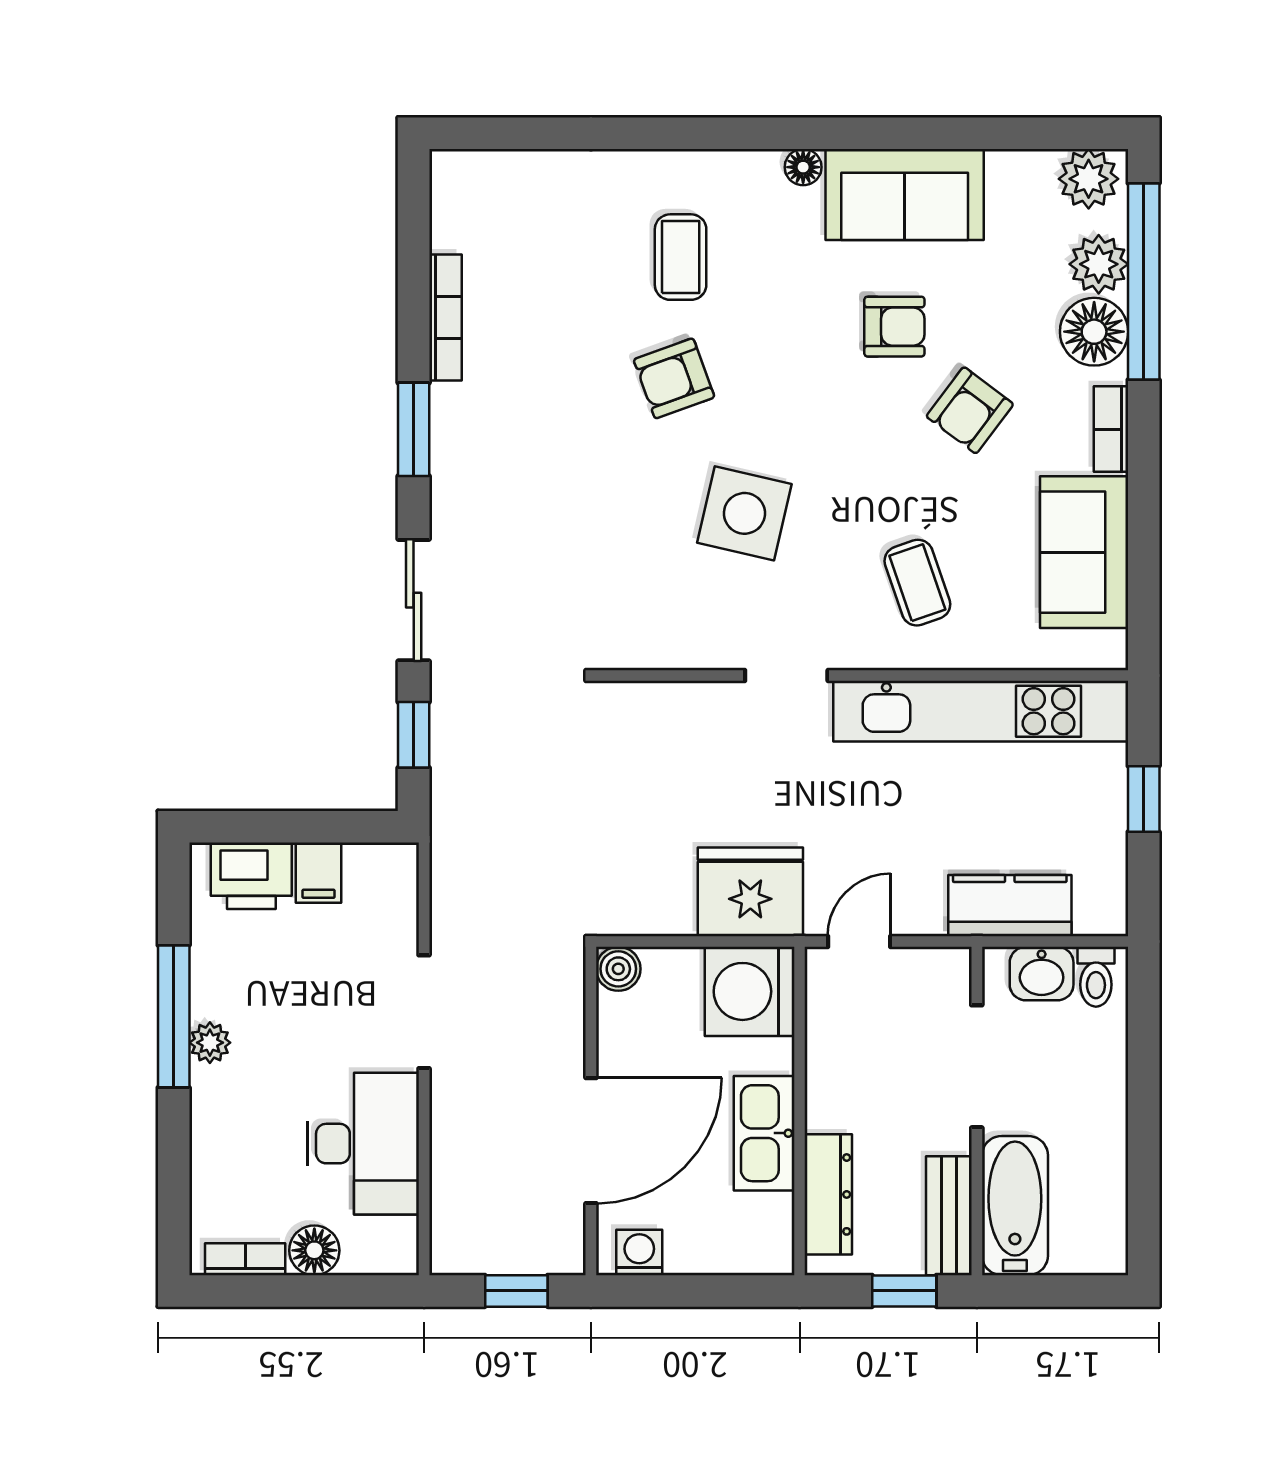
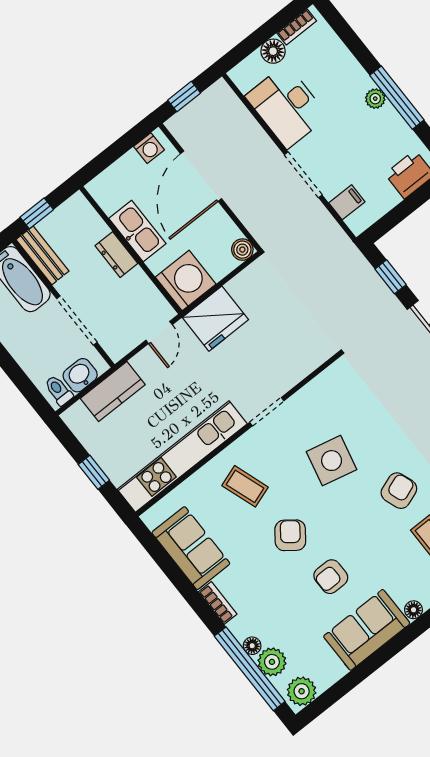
floor lamp: (1094, 332) -> (252, 646), width x0.53, depth x0.53
armchair: (970, 410) -> (290, 535), moved
filing cabinet: (318, 873) -> (347, 202), moved, turned 90
dresser: (828, 1194) -> (116, 255), moved, width x0.70

